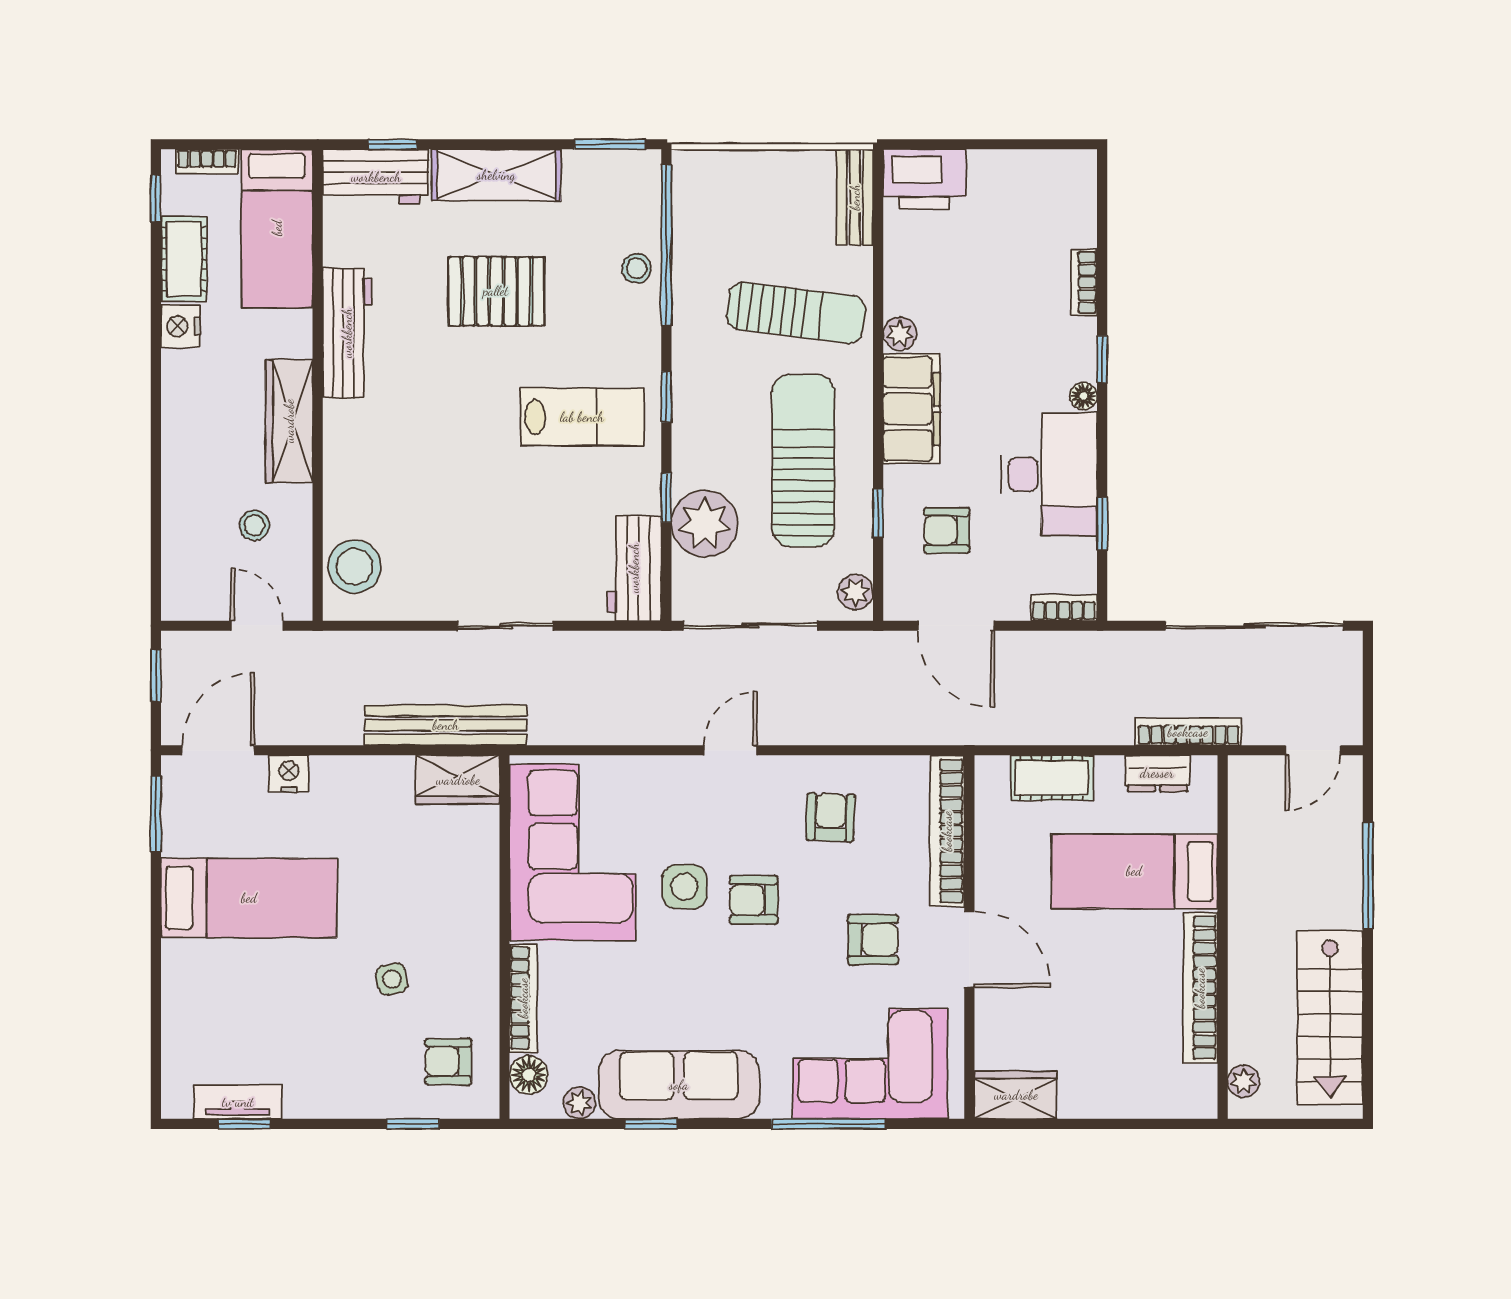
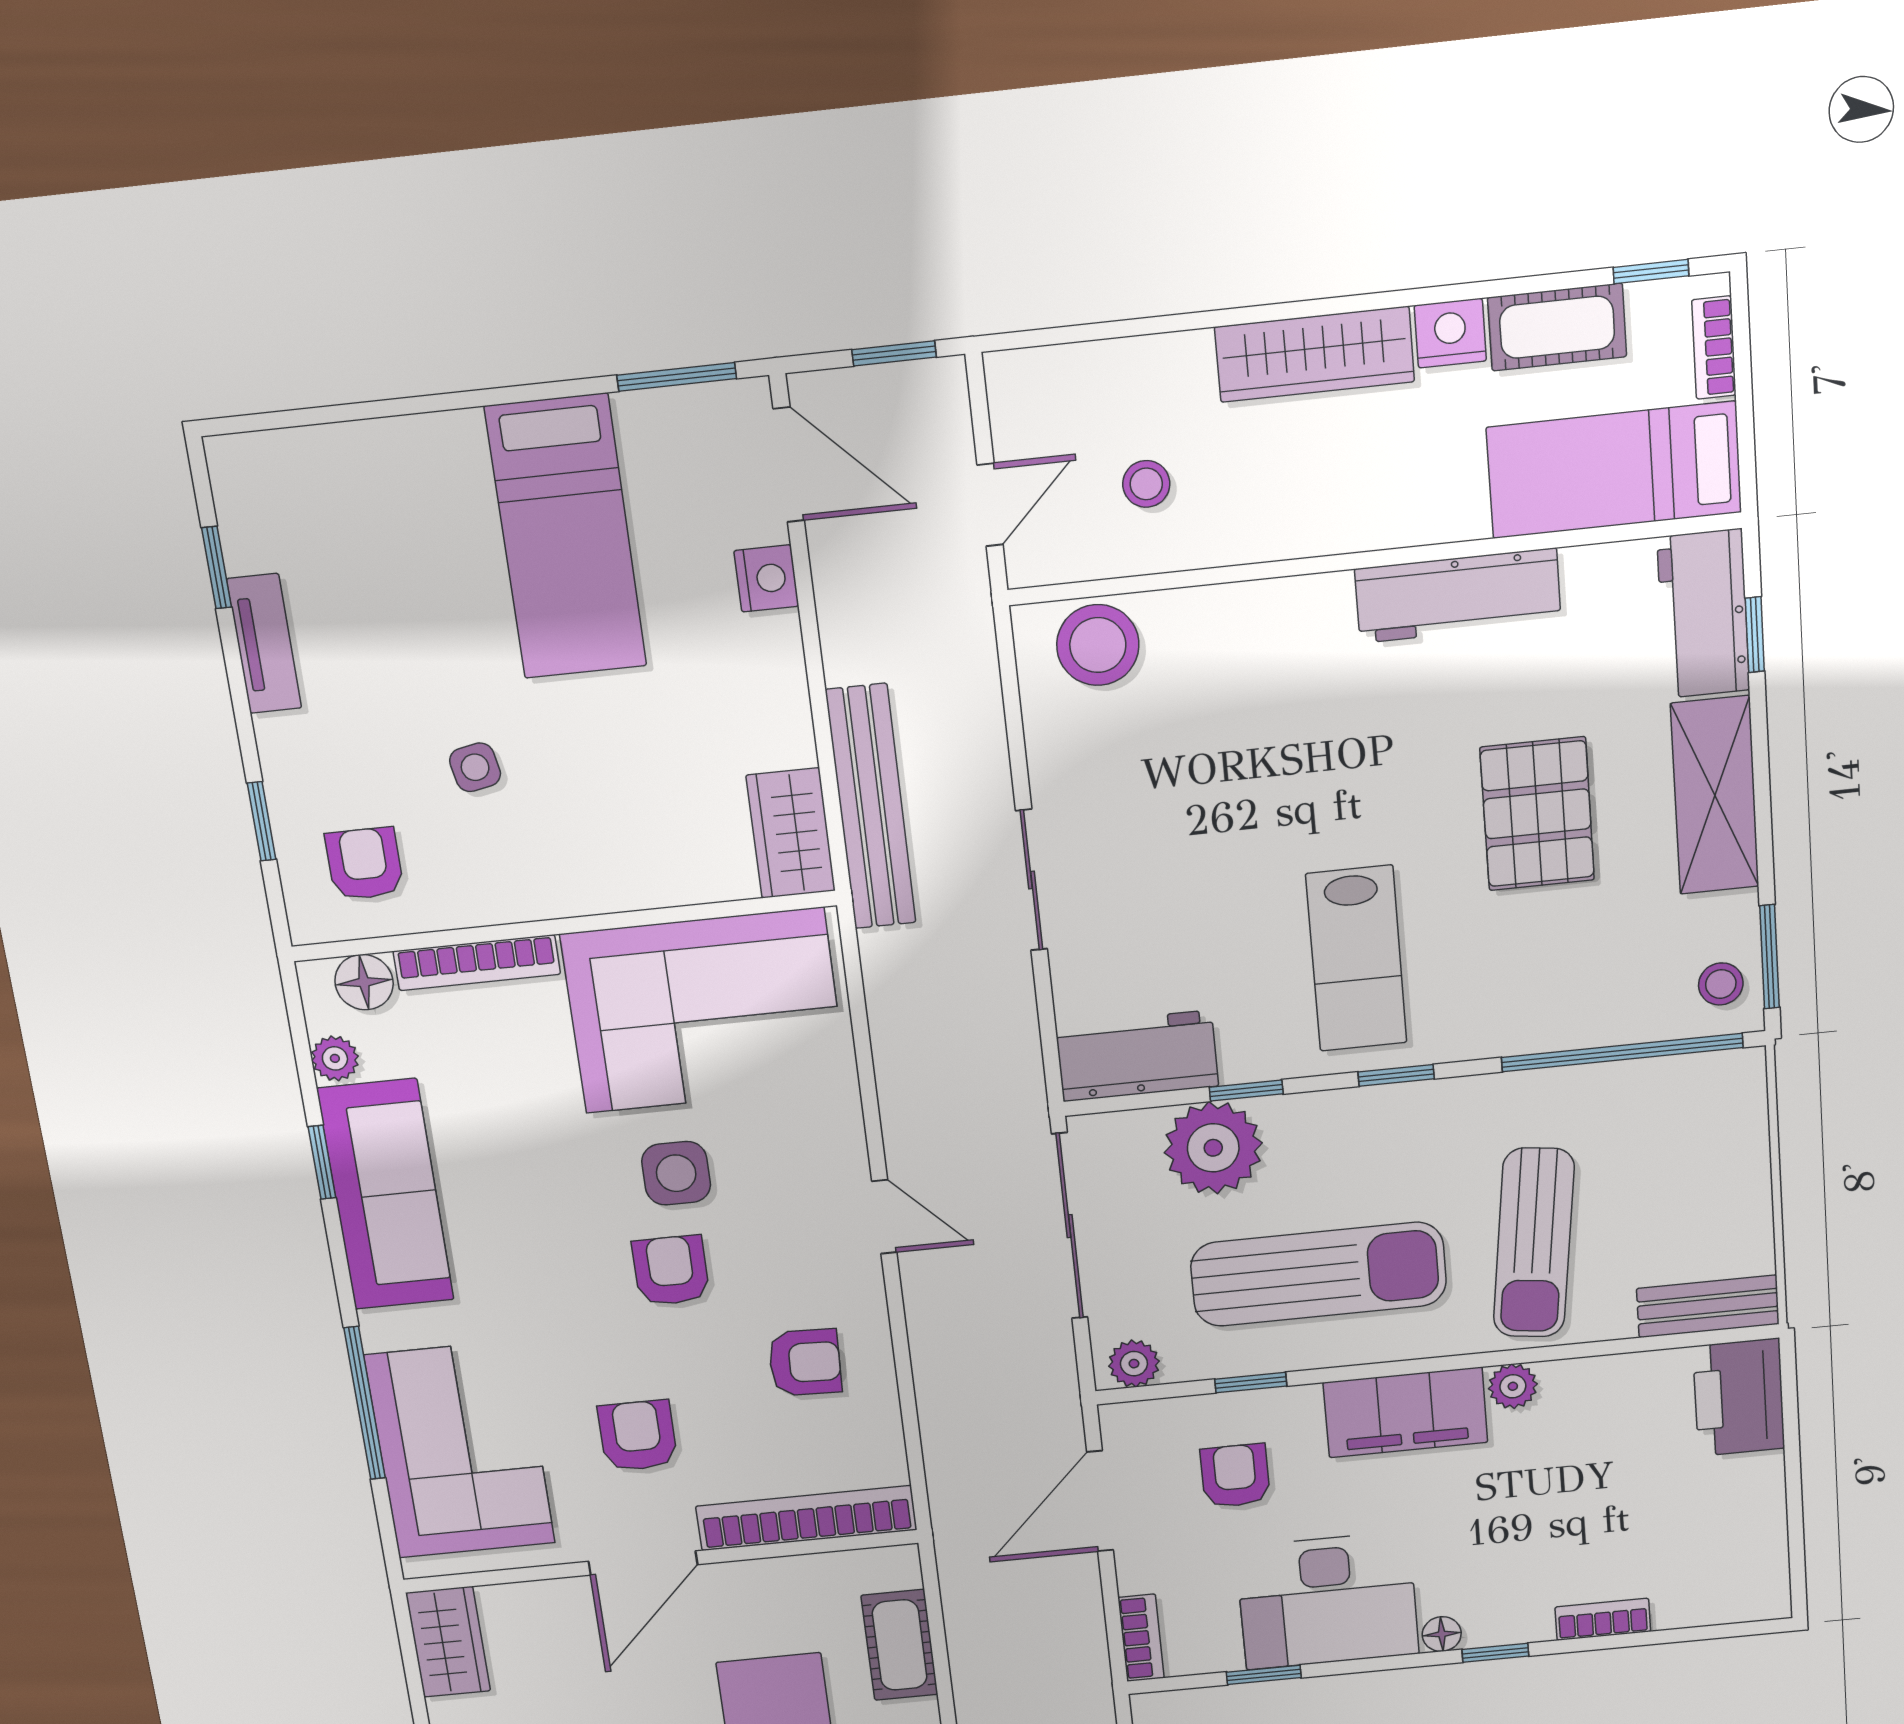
stool: (637, 268) -> (1721, 984), moved
wardrobe: (289, 421) -> (1315, 354), moved, turned 180
armchair: (873, 940) -> (638, 1436), turned 180
tv unit: (238, 1102) -> (264, 644), moved

